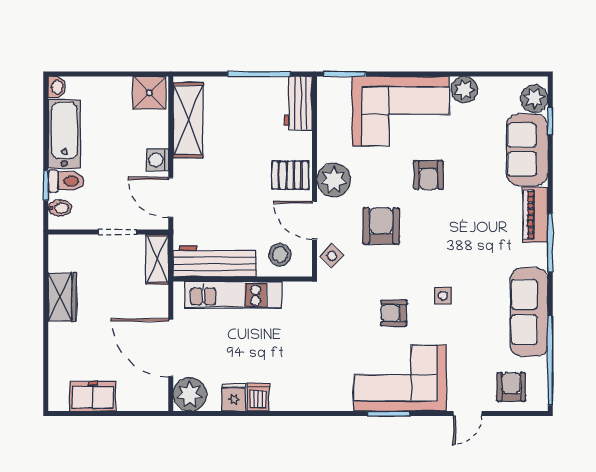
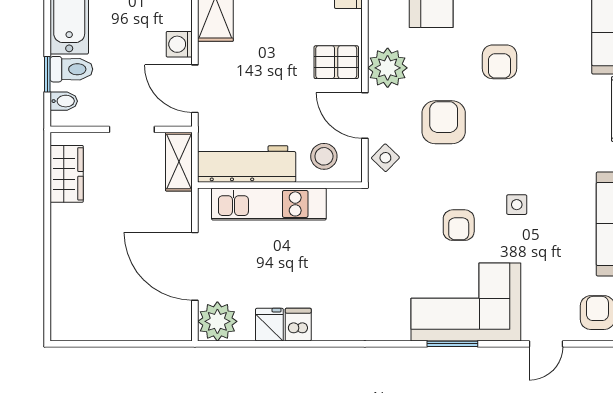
wardrobe: (62, 297) -> (67, 174), moved
armchair: (394, 313) -> (459, 225), turned -90
freezer: (93, 396) -> (103, 324), removed

